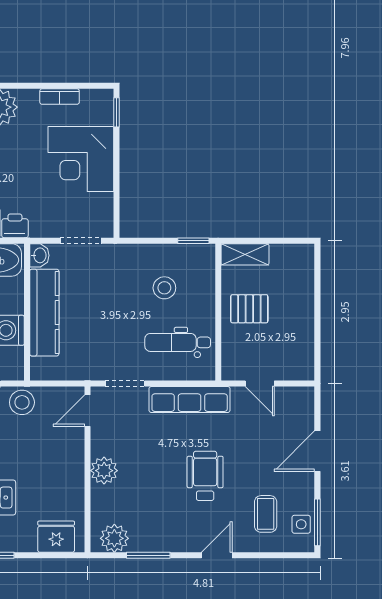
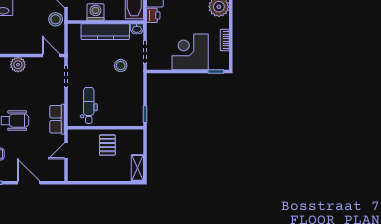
shelving: (245, 254) -> (137, 168), moved
stool: (164, 288) -> (121, 66), moved
row of seats: (190, 399) -> (57, 119), width x0.68

